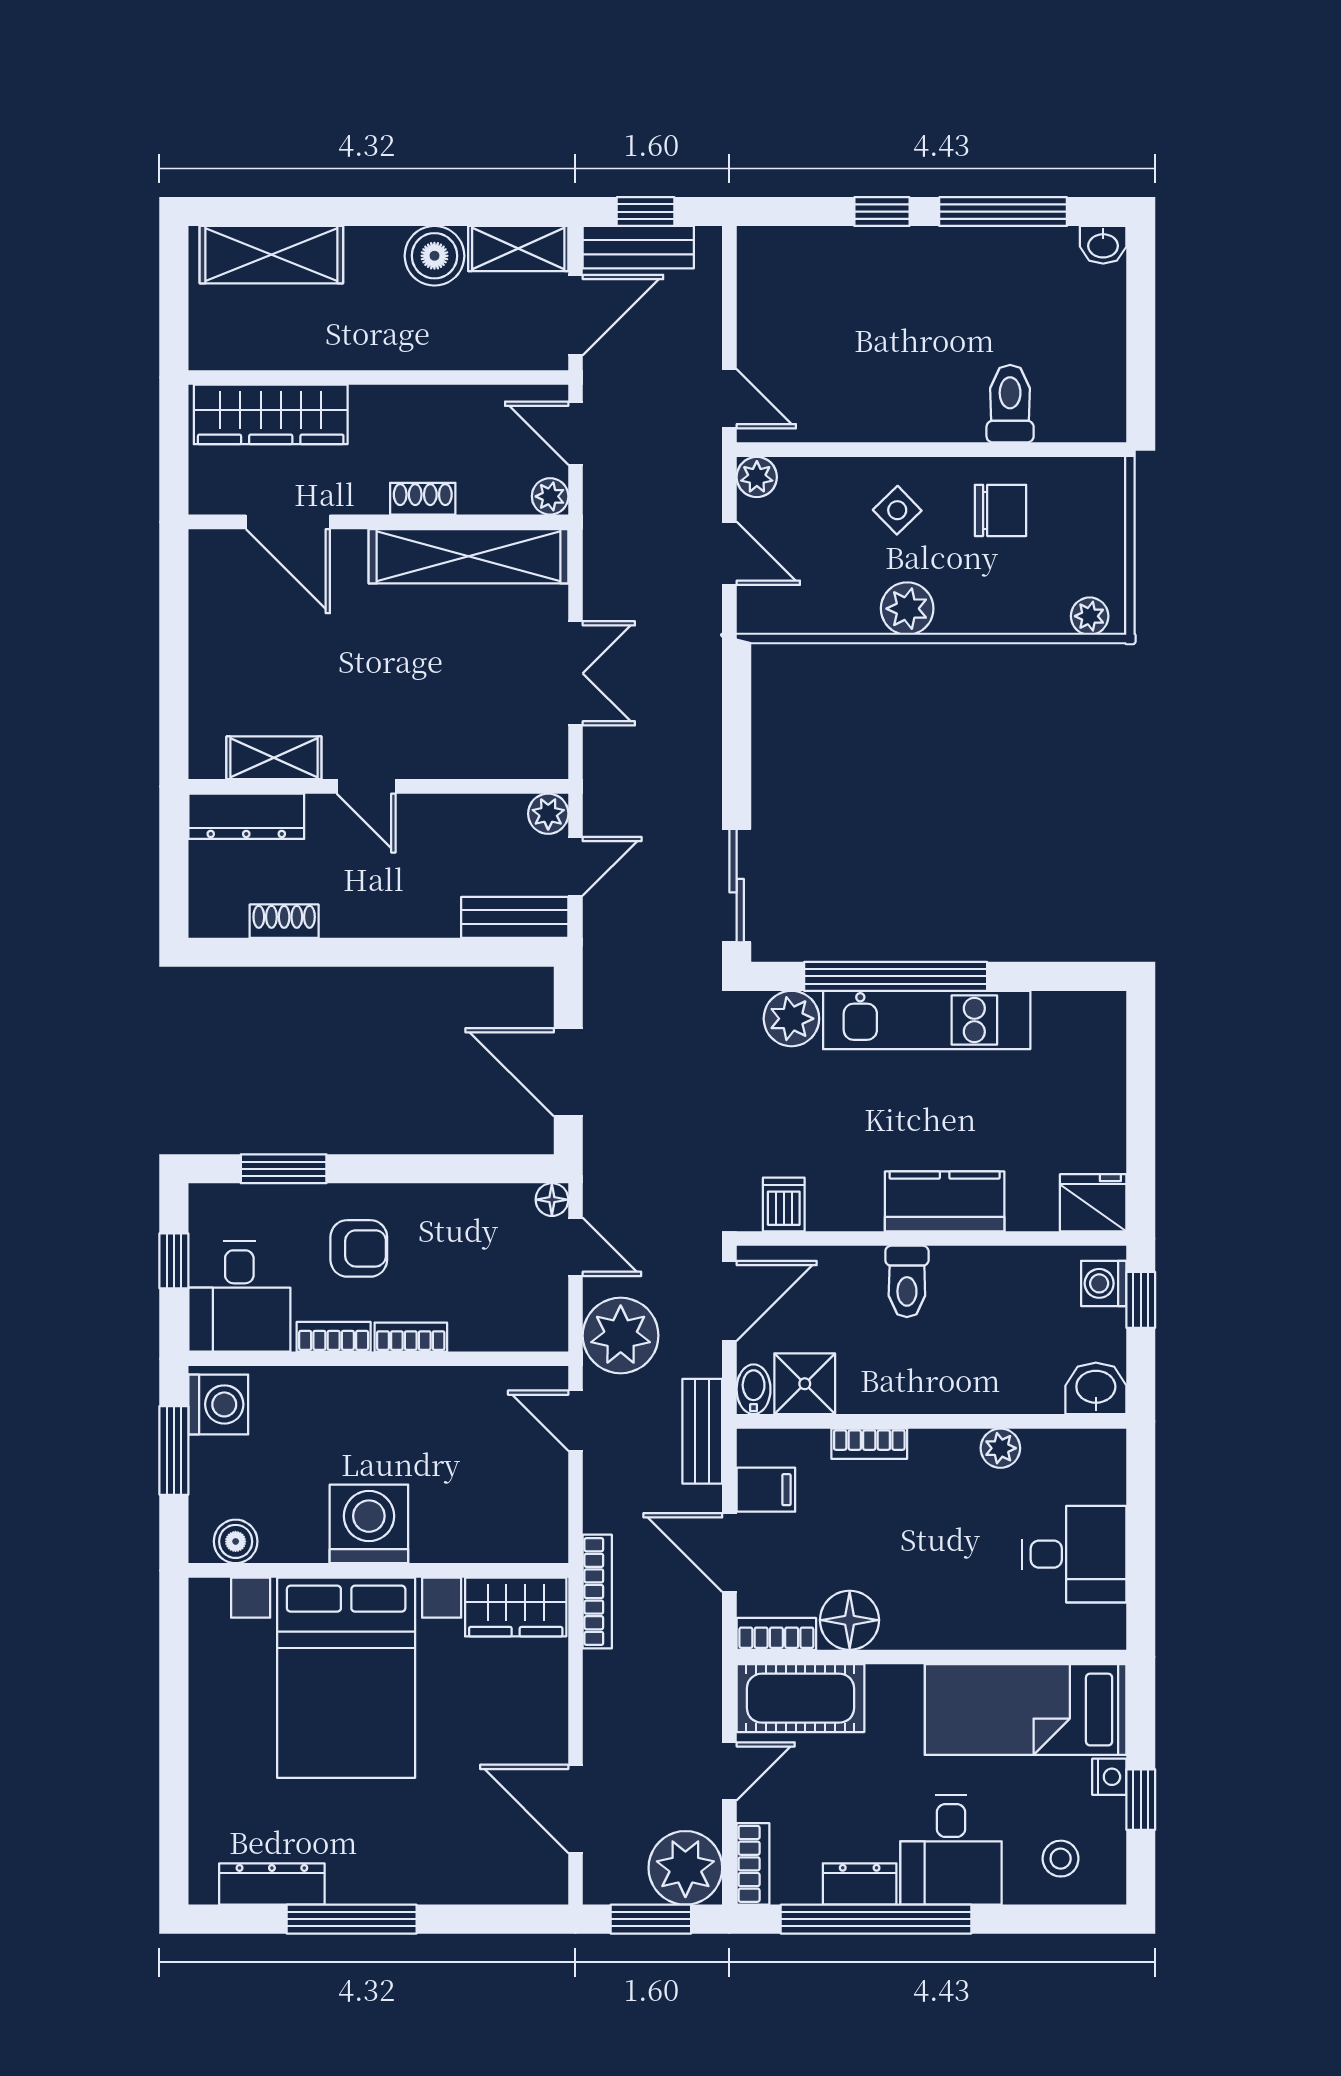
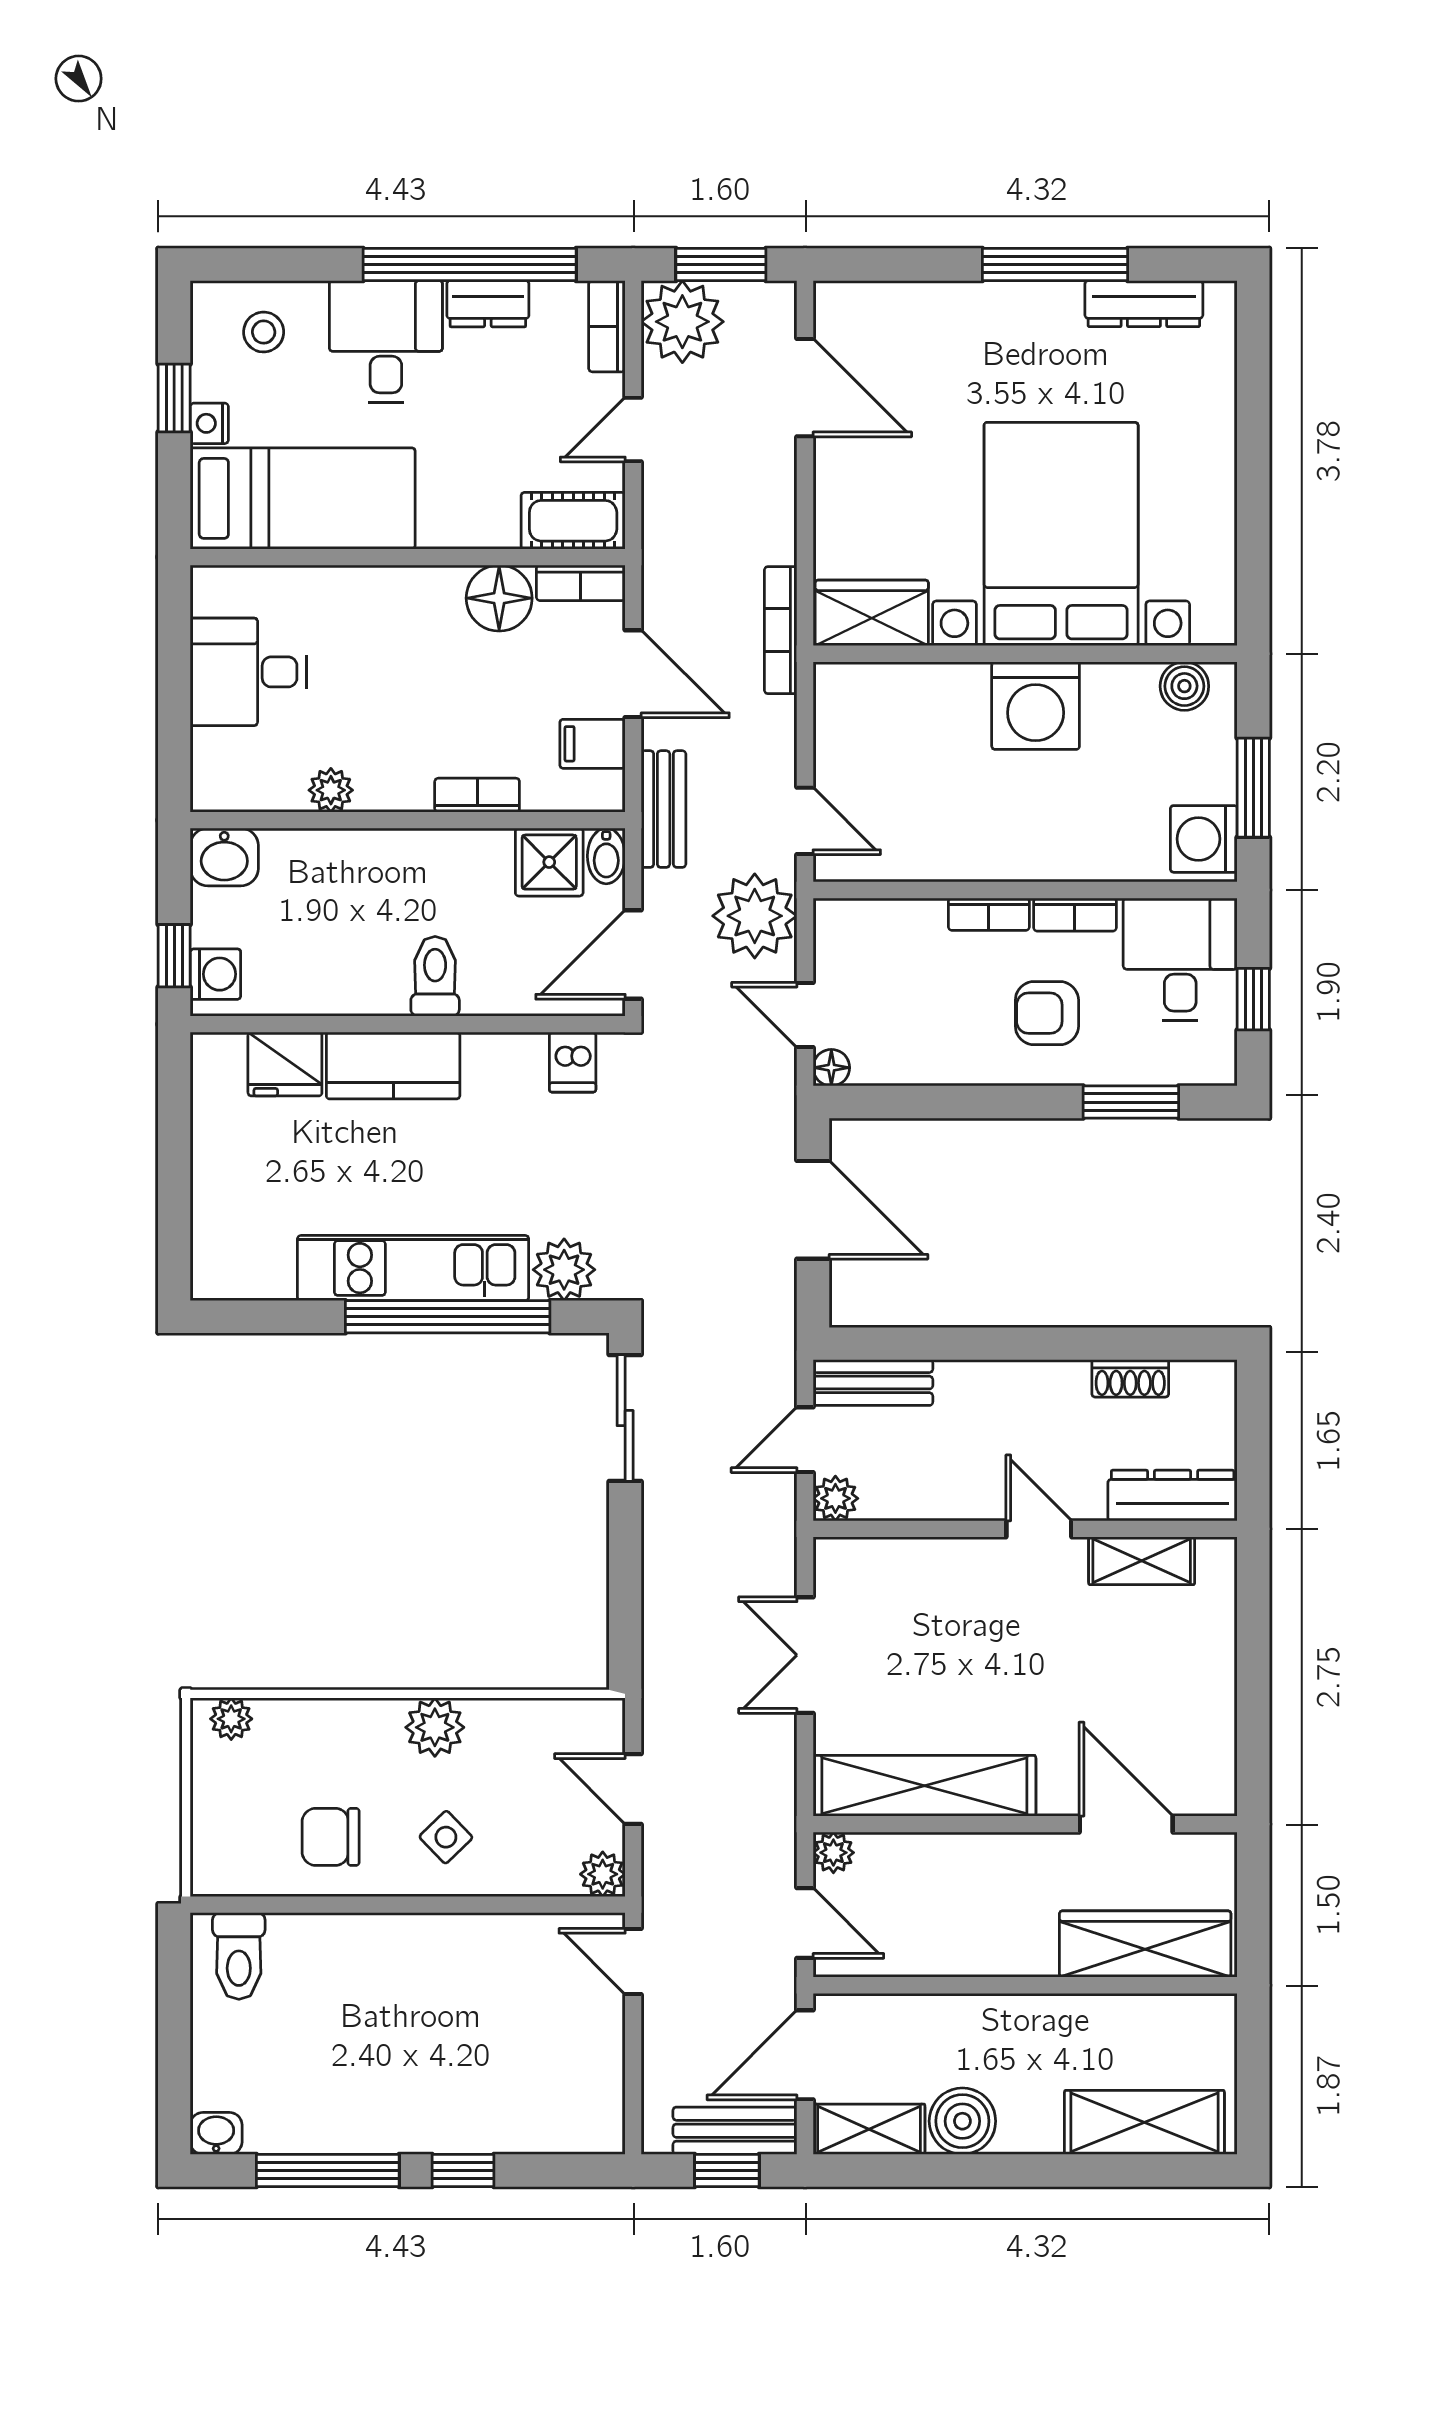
toilet: (1010, 404) -> (239, 1956), moved
shoe rack: (423, 499) -> (976, 1850), removed
fridge: (1093, 1203) -> (285, 1064), moved
cot: (800, 1698) -> (573, 521), width x0.73, depth x0.75

